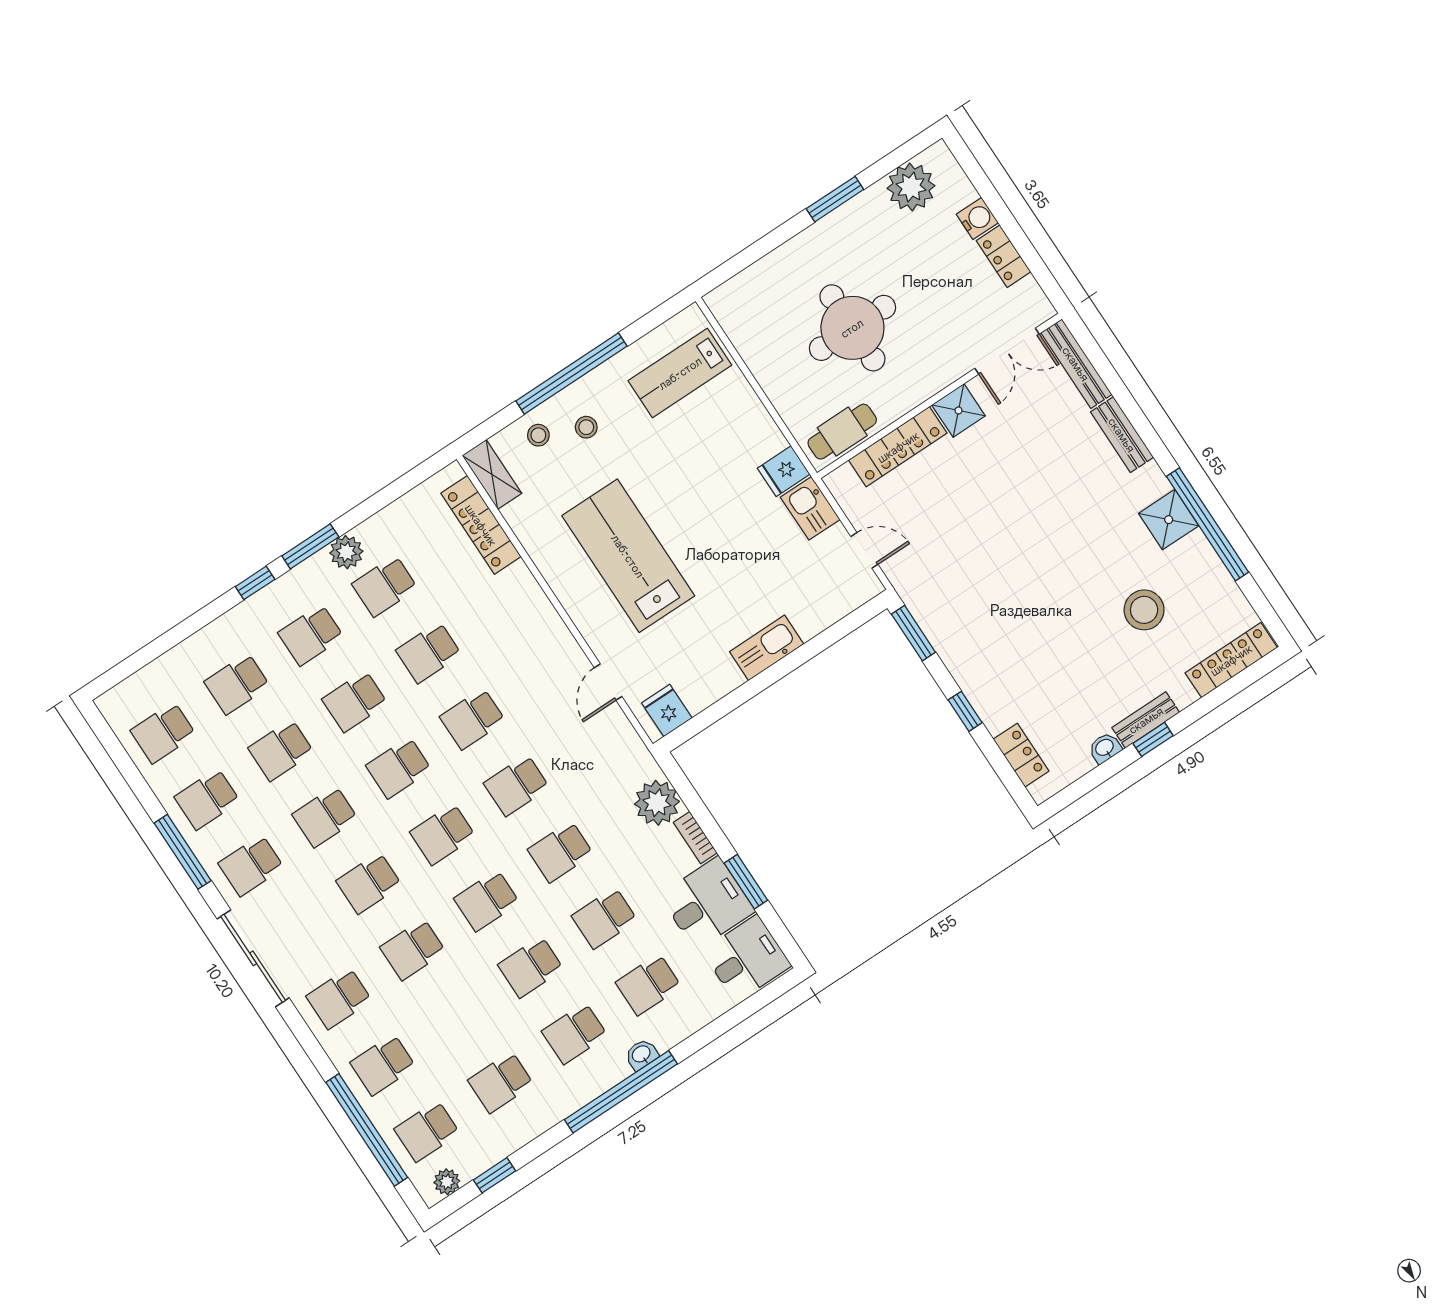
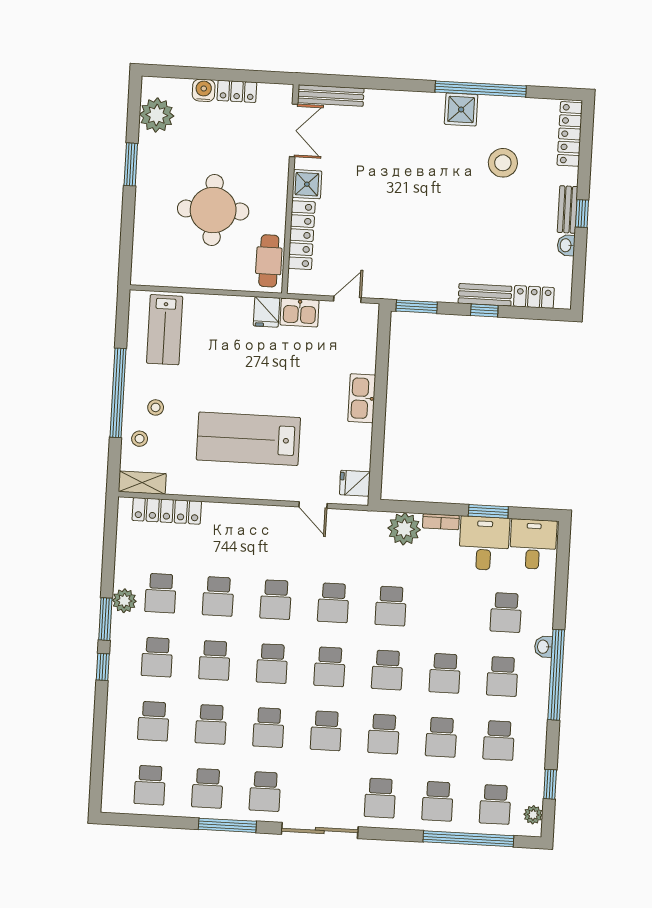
bench: (1122, 435) -> (485, 295), moved
school desk: (604, 918) -> (441, 737), moved

